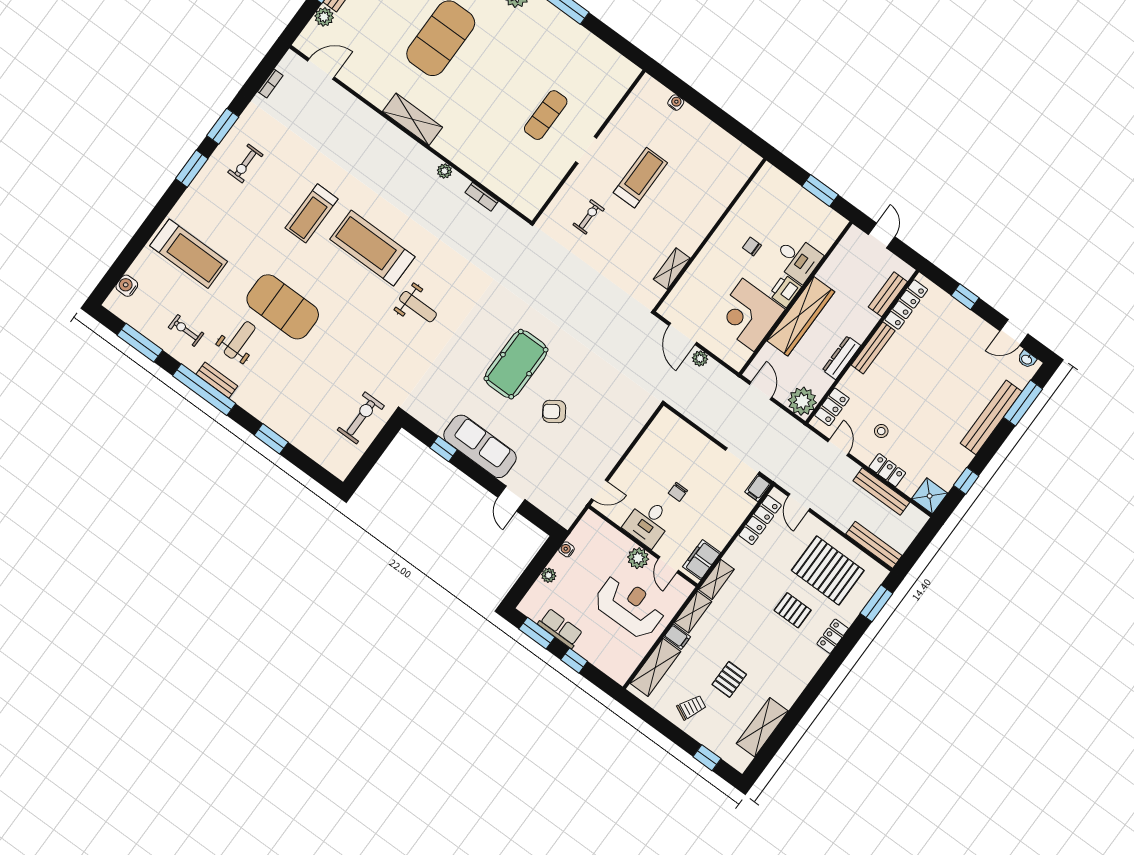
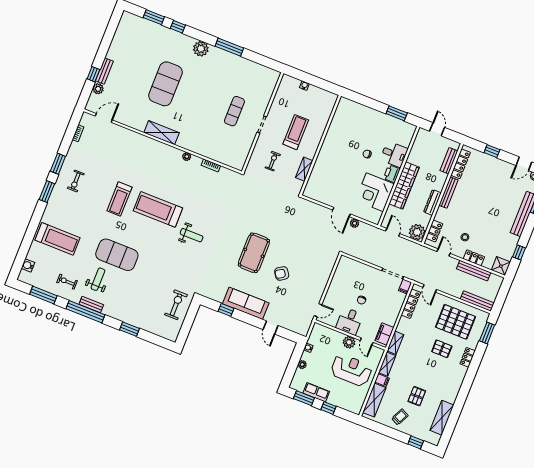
wall: (710, 235) -> (320, 145), moved
shelving: (672, 269) -> (304, 169), moved

